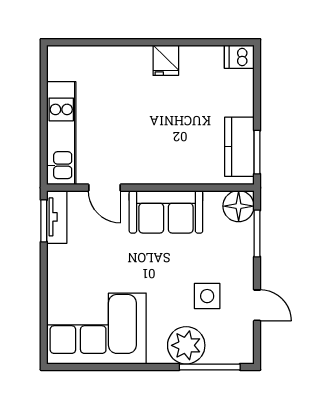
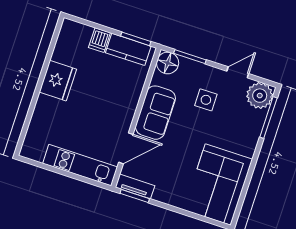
dishwasher: (239, 57) -> (99, 40), moved
fridge: (166, 60) -> (58, 81), width x1.88, depth x1.34
door: (104, 188) -> (126, 148), width x1.38
side table: (207, 296) -> (206, 100), moved
plant: (186, 345) -> (260, 96), moved

